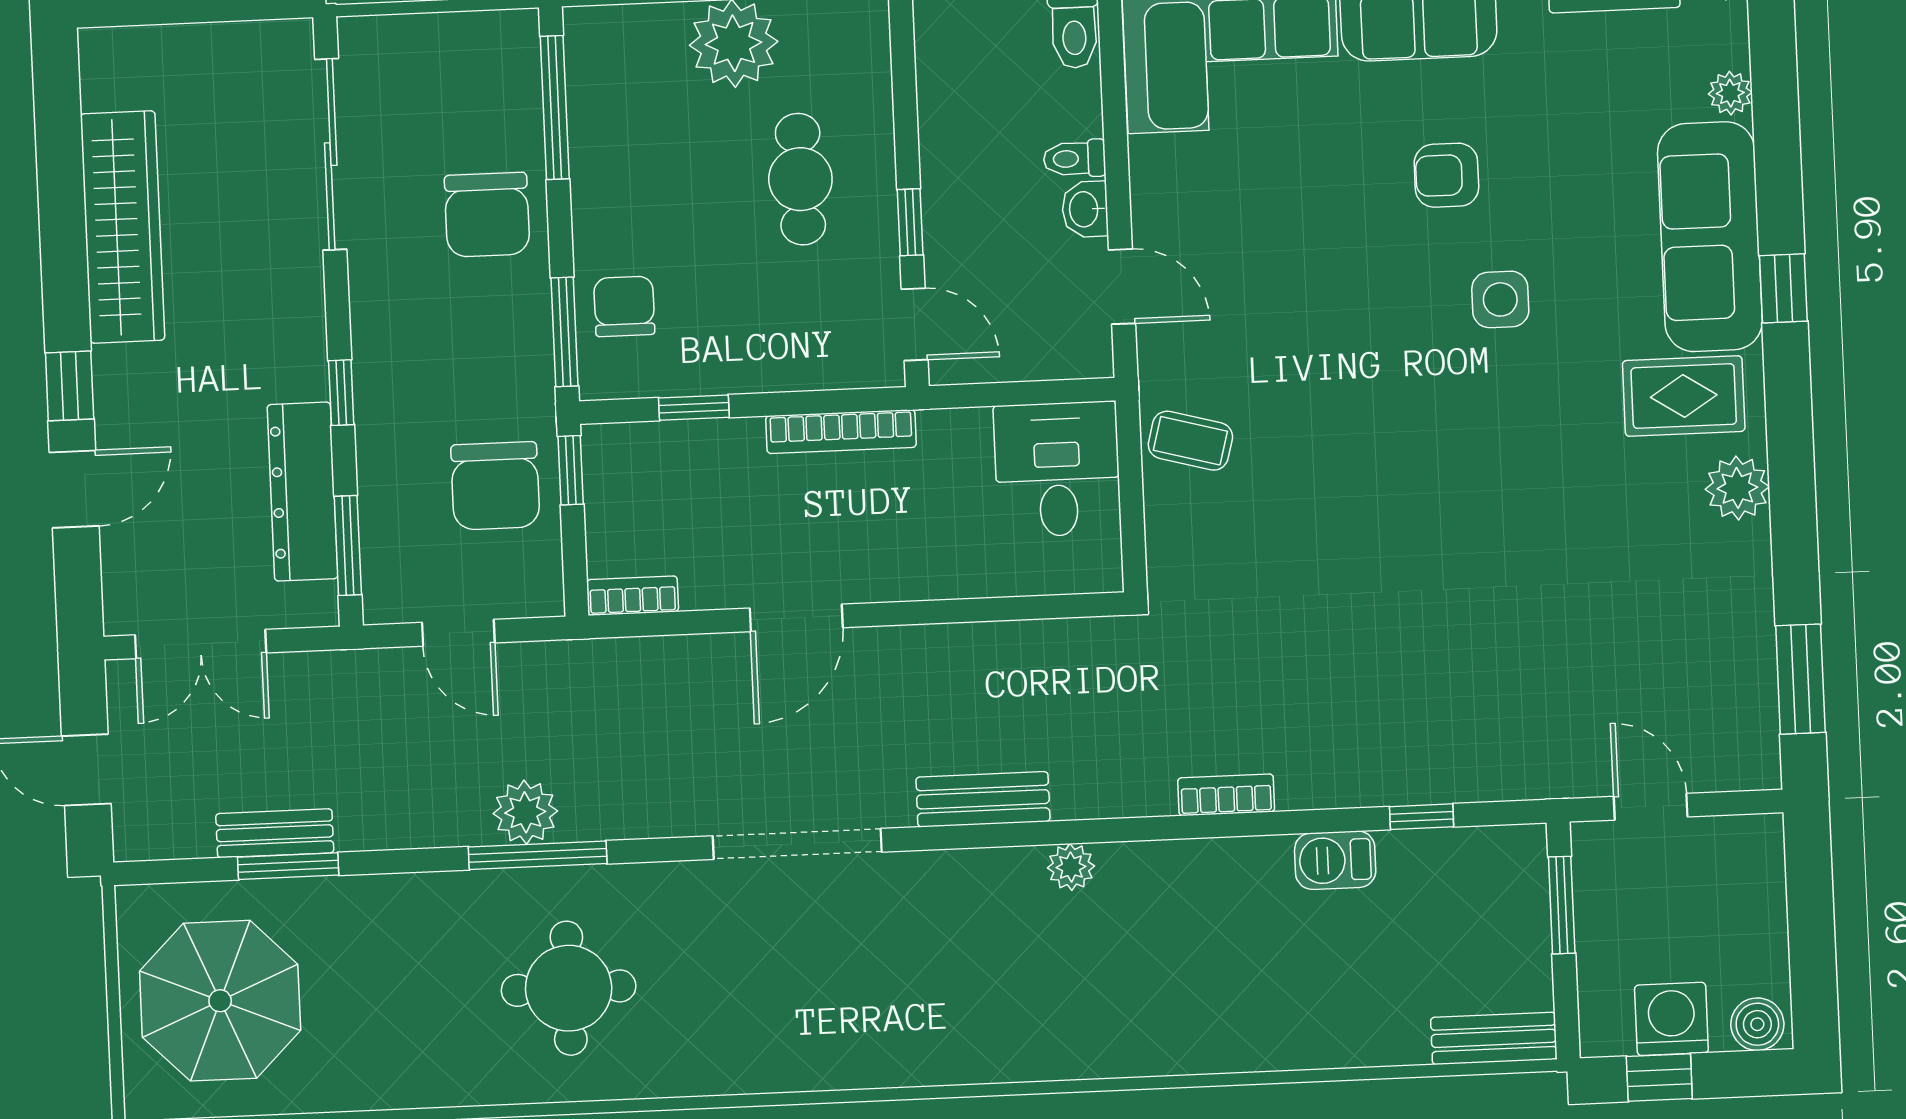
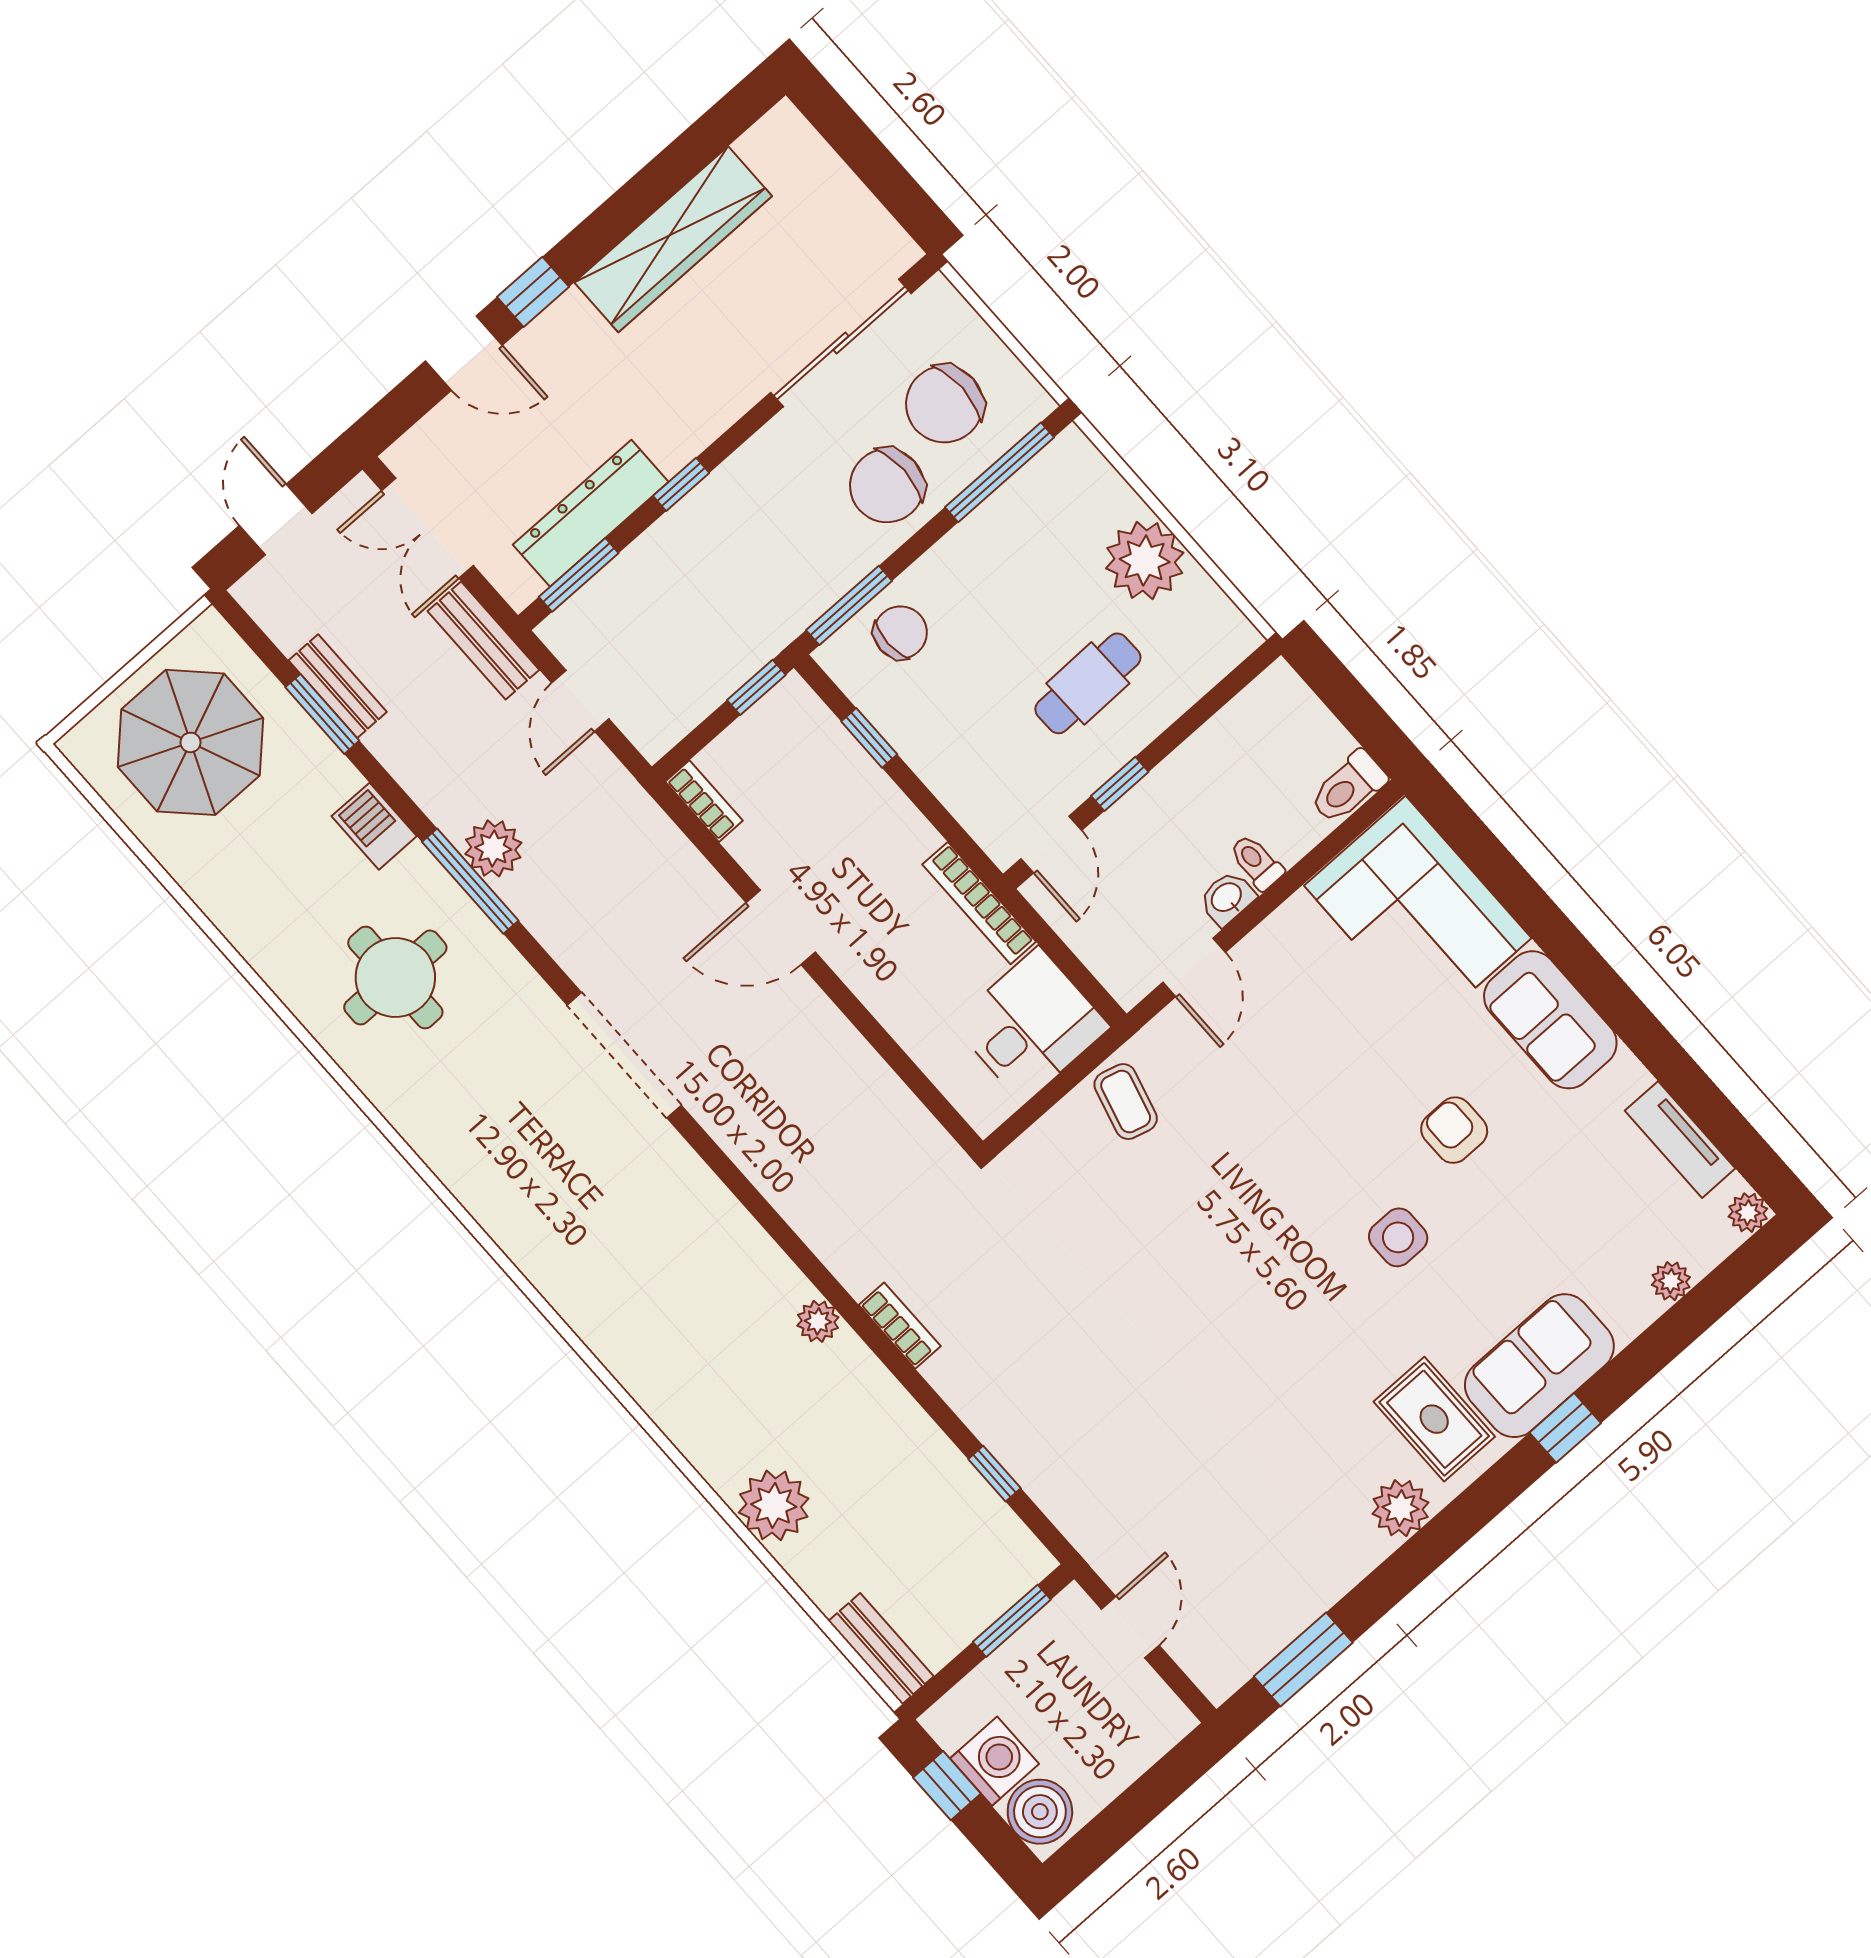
sofa: (1710, 237) -> (1539, 1366), width x0.73
bookcase: (841, 432) -> (979, 903), moved
chair: (495, 486) -> (944, 404), moved
bench: (983, 799) -> (483, 640), moved
barbecue: (1335, 860) -> (374, 826), moved
plant: (1071, 867) -> (818, 1321), moved
boiler: (1757, 1024) -> (1040, 1812), width x1.36, depth x1.36
plant: (1294, 1031) -> (774, 1505), added

